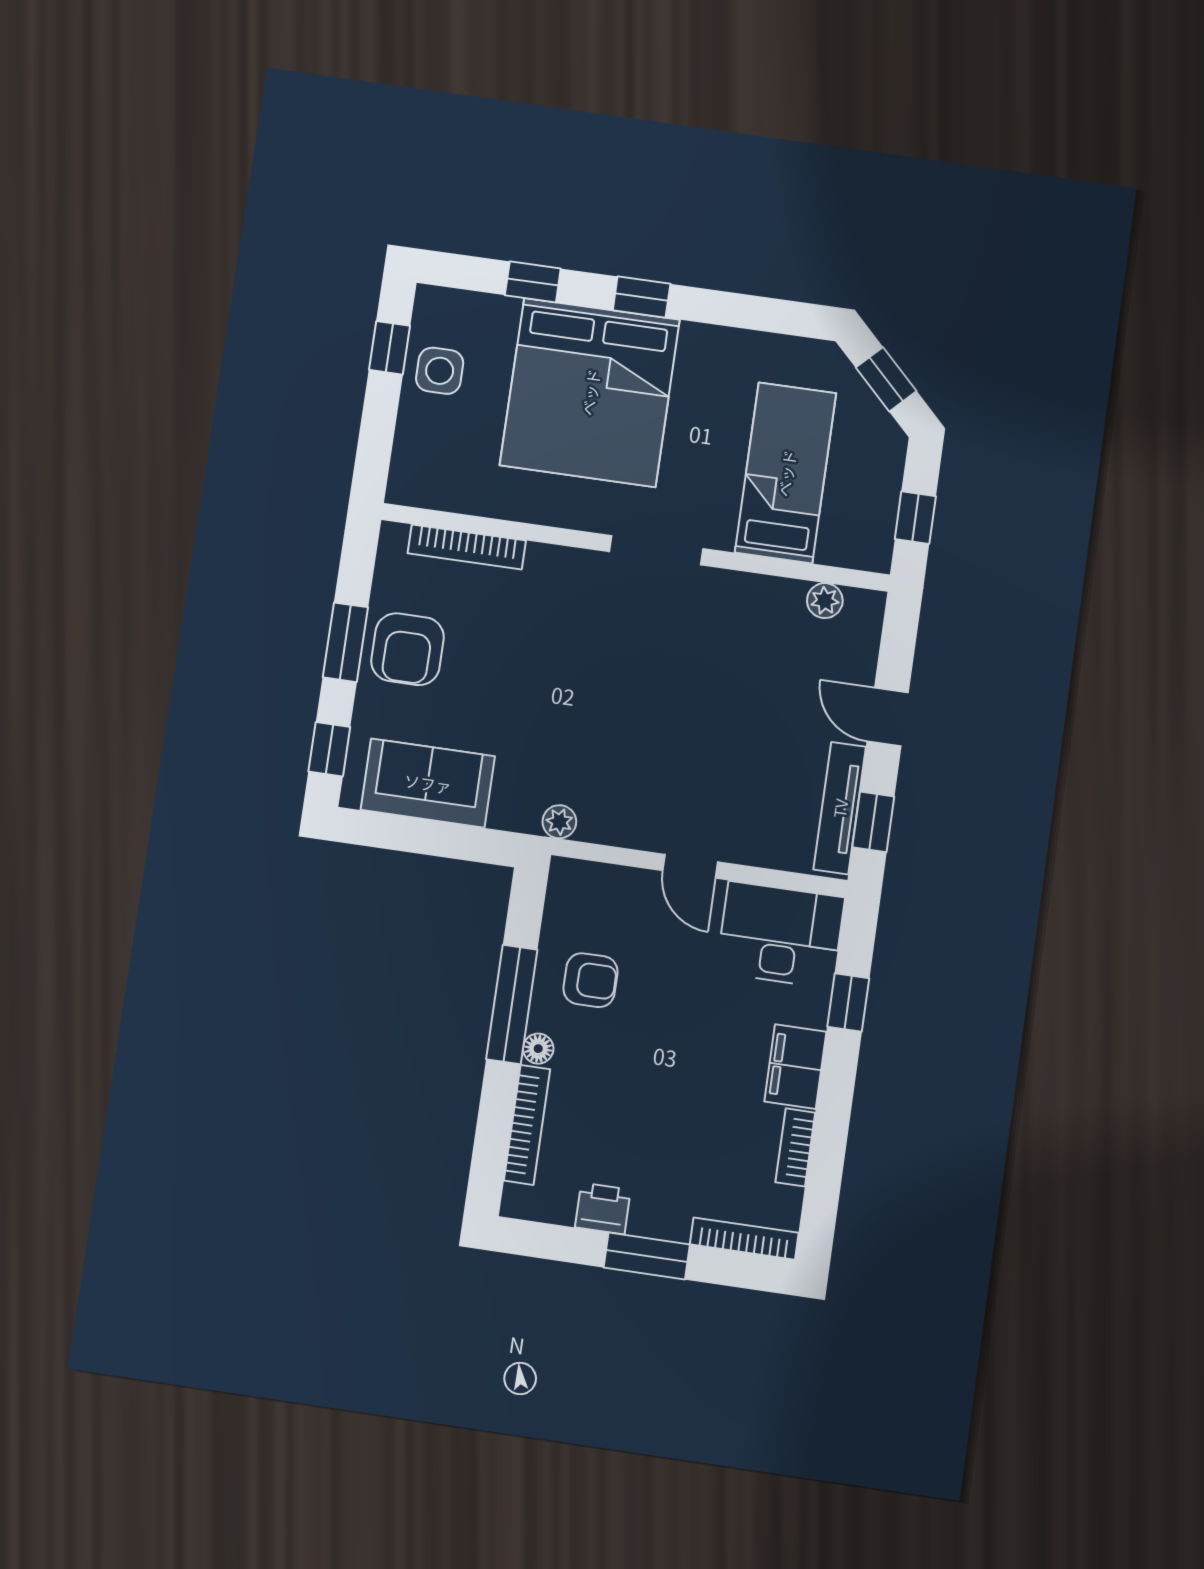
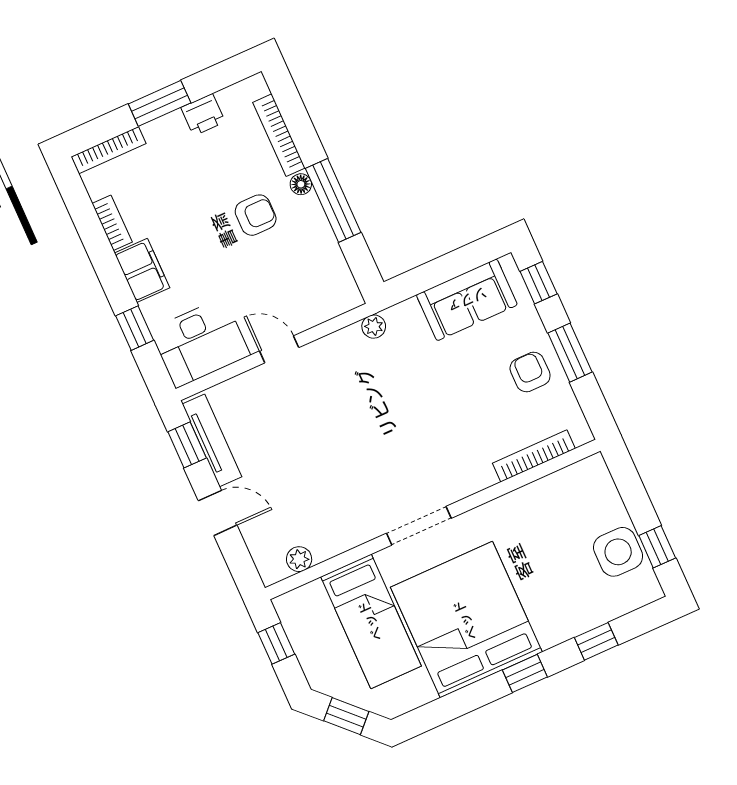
side table: (440, 371) -> (618, 552), width x1.37, depth x1.37
bed: (590, 392) -> (466, 620), moved
armchair: (408, 649) -> (530, 372), width x0.72, depth x0.72
armchair: (590, 980) -> (256, 215), moved, turned 180

